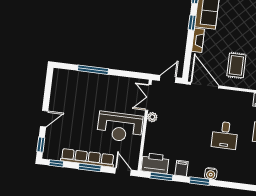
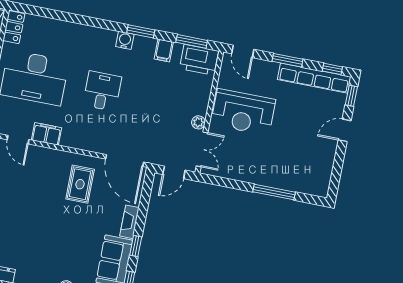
reception desk: (120, 127) -> (243, 112), turned 180
row of seats: (87, 158) -> (314, 78), moved

